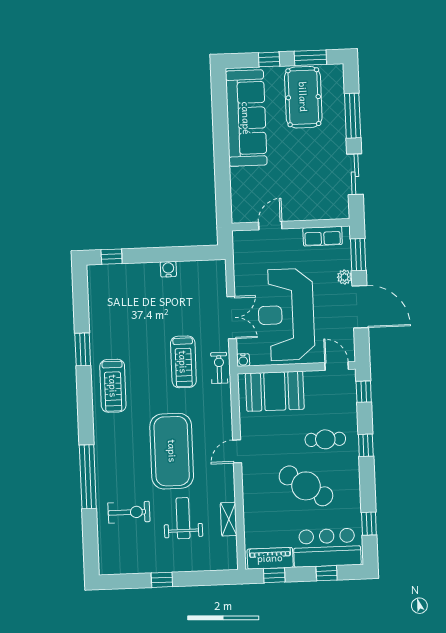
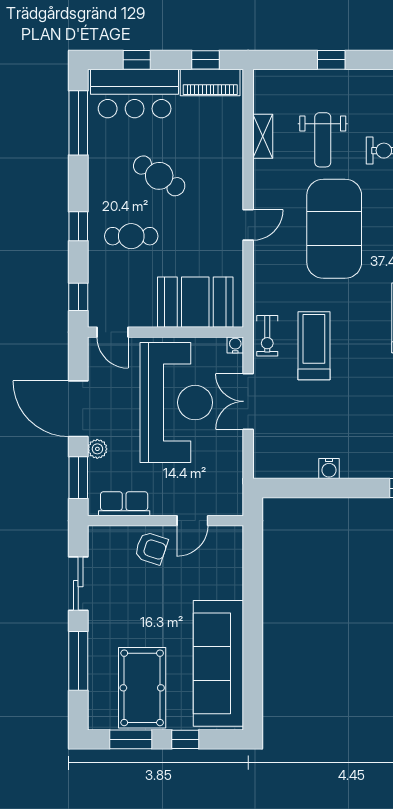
armchair: (301, 203) -> (151, 548), added
cafe table: (306, 486) -> (159, 176), width x0.73, depth x0.74
window: (369, 524) -> (78, 123), width x2.17
window: (162, 580) -> (331, 60), moved

